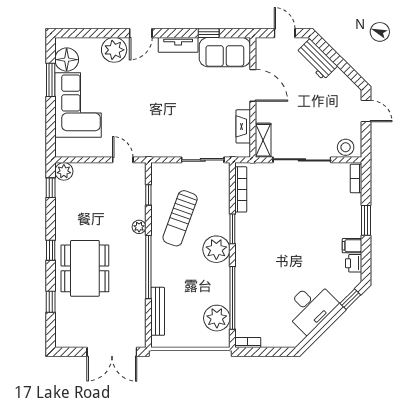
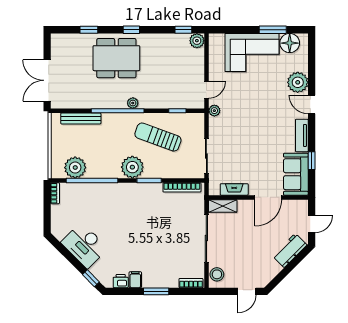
plant: (148, 150) -> (214, 111), added
plant: (139, 227) -> (133, 103), moved

